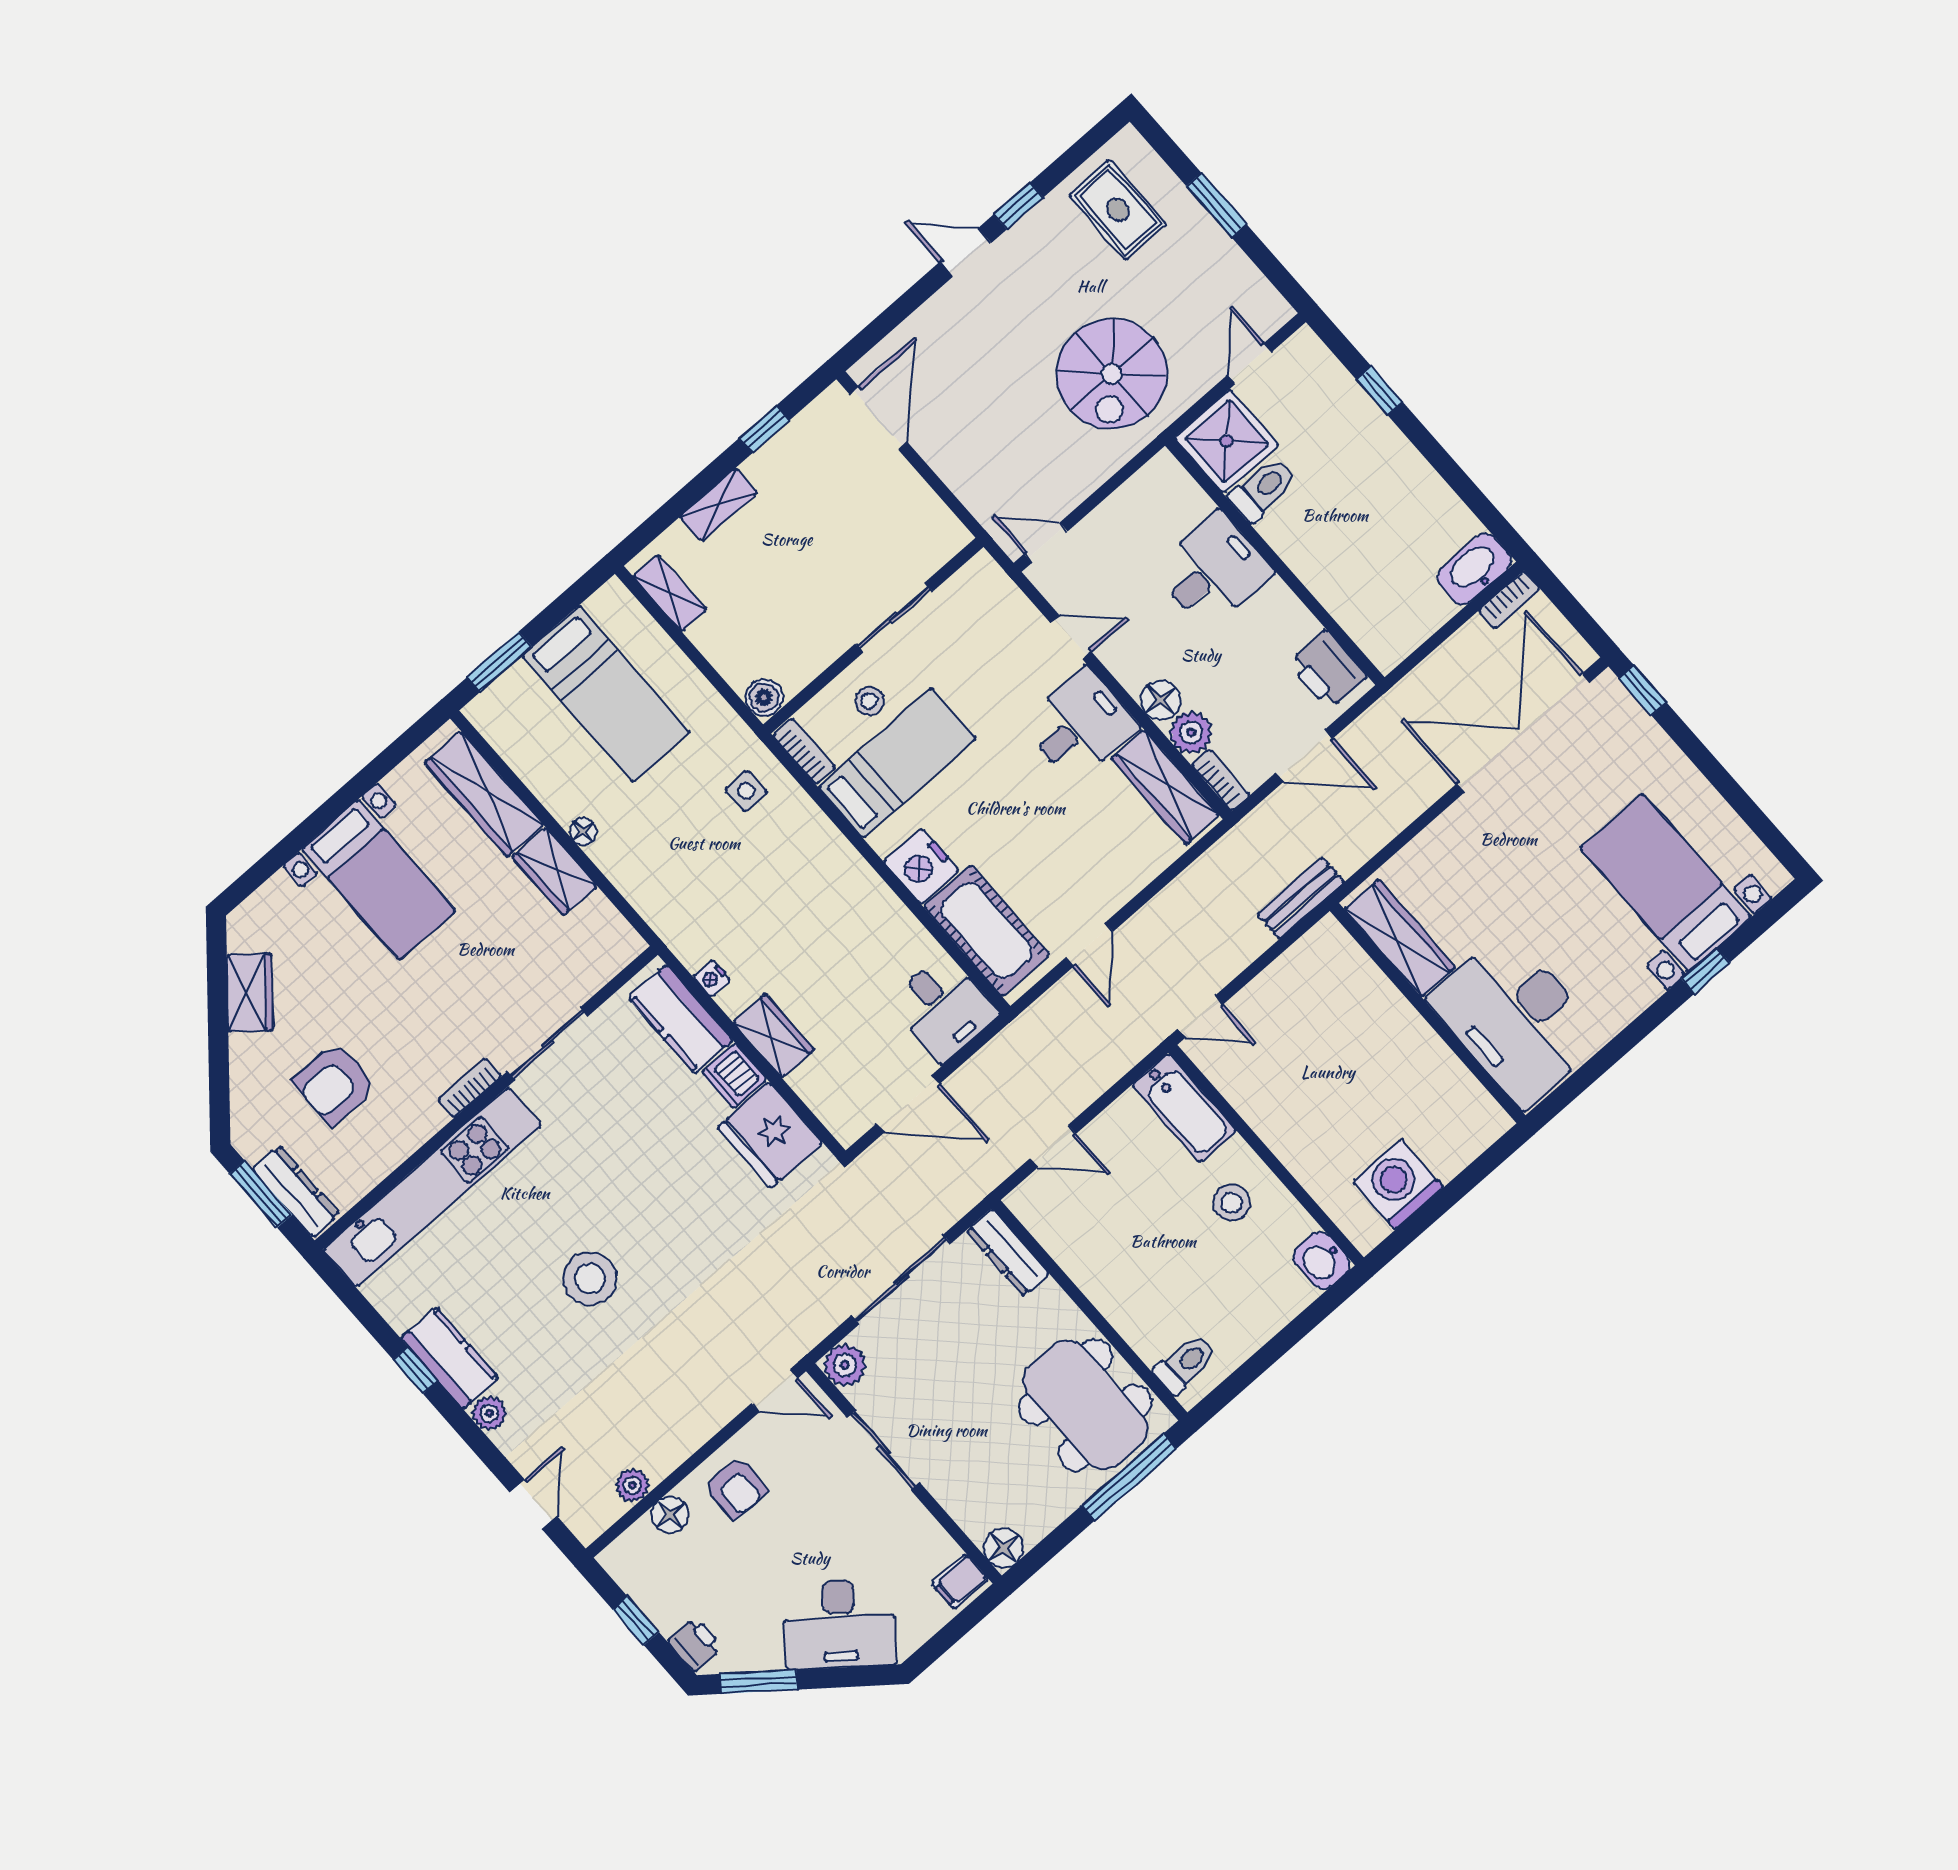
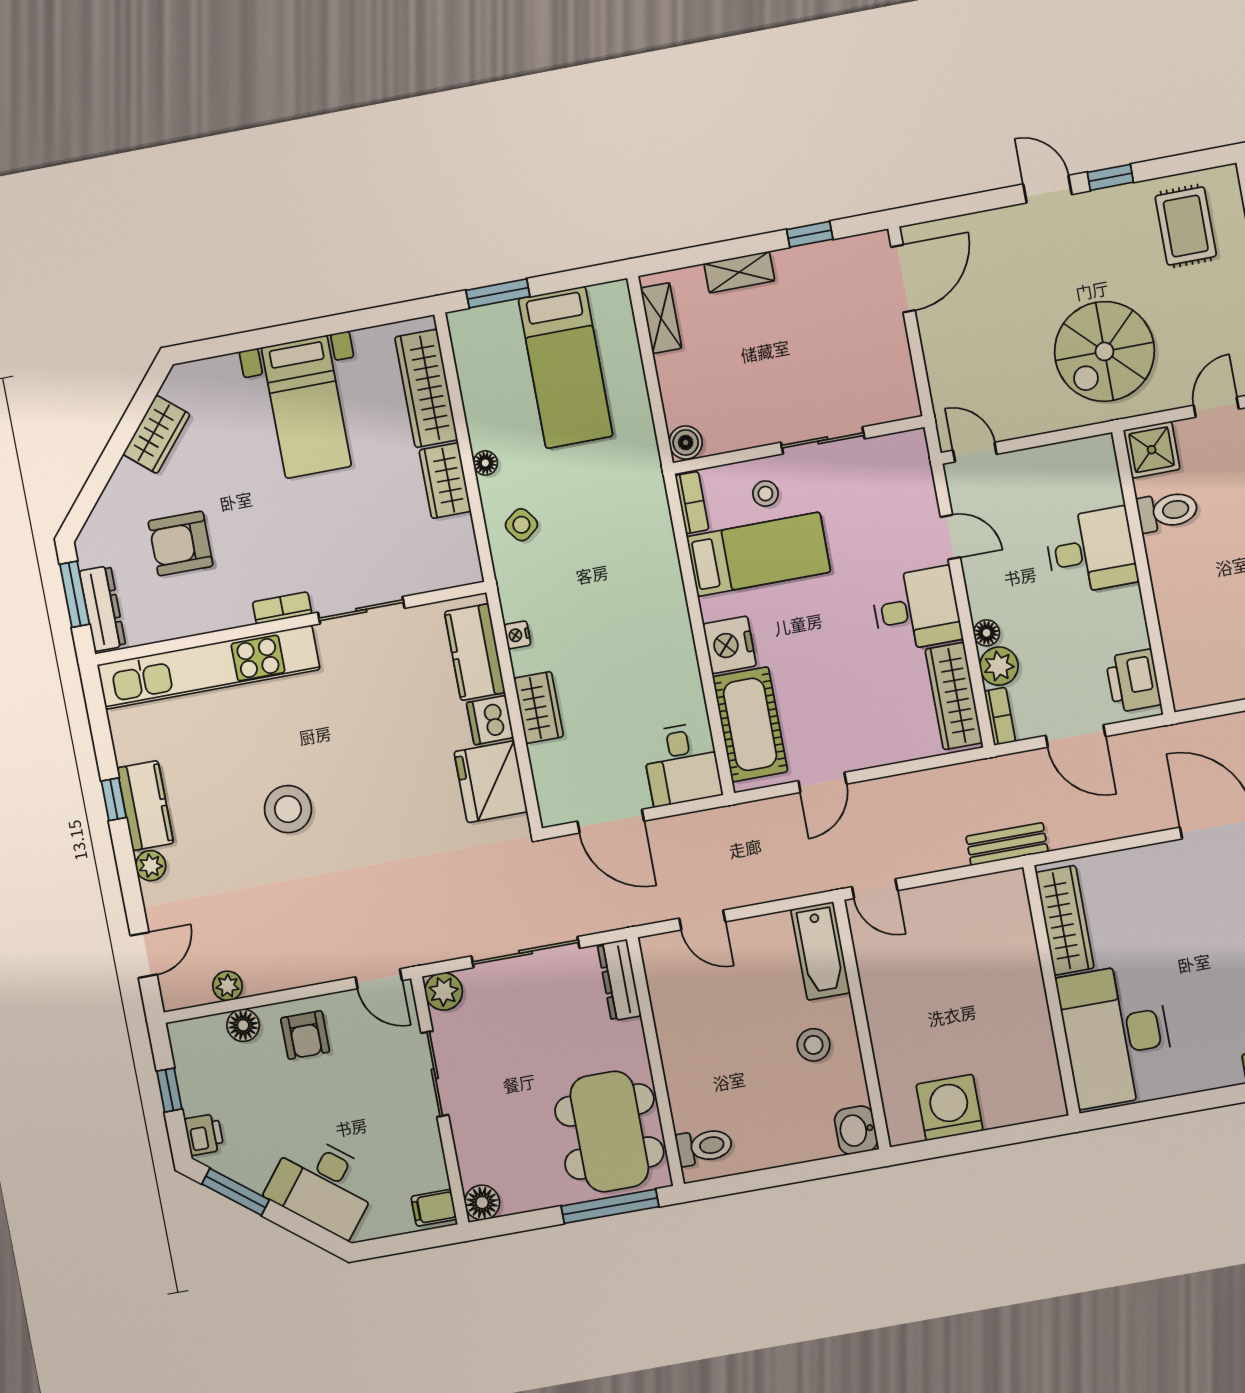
shower: (1227, 441) -> (1152, 450), width x0.73, depth x0.73
floor lamp: (1161, 700) -> (986, 633), width x0.73, depth x0.73
side table: (746, 791) -> (521, 525), moved, turned -37

